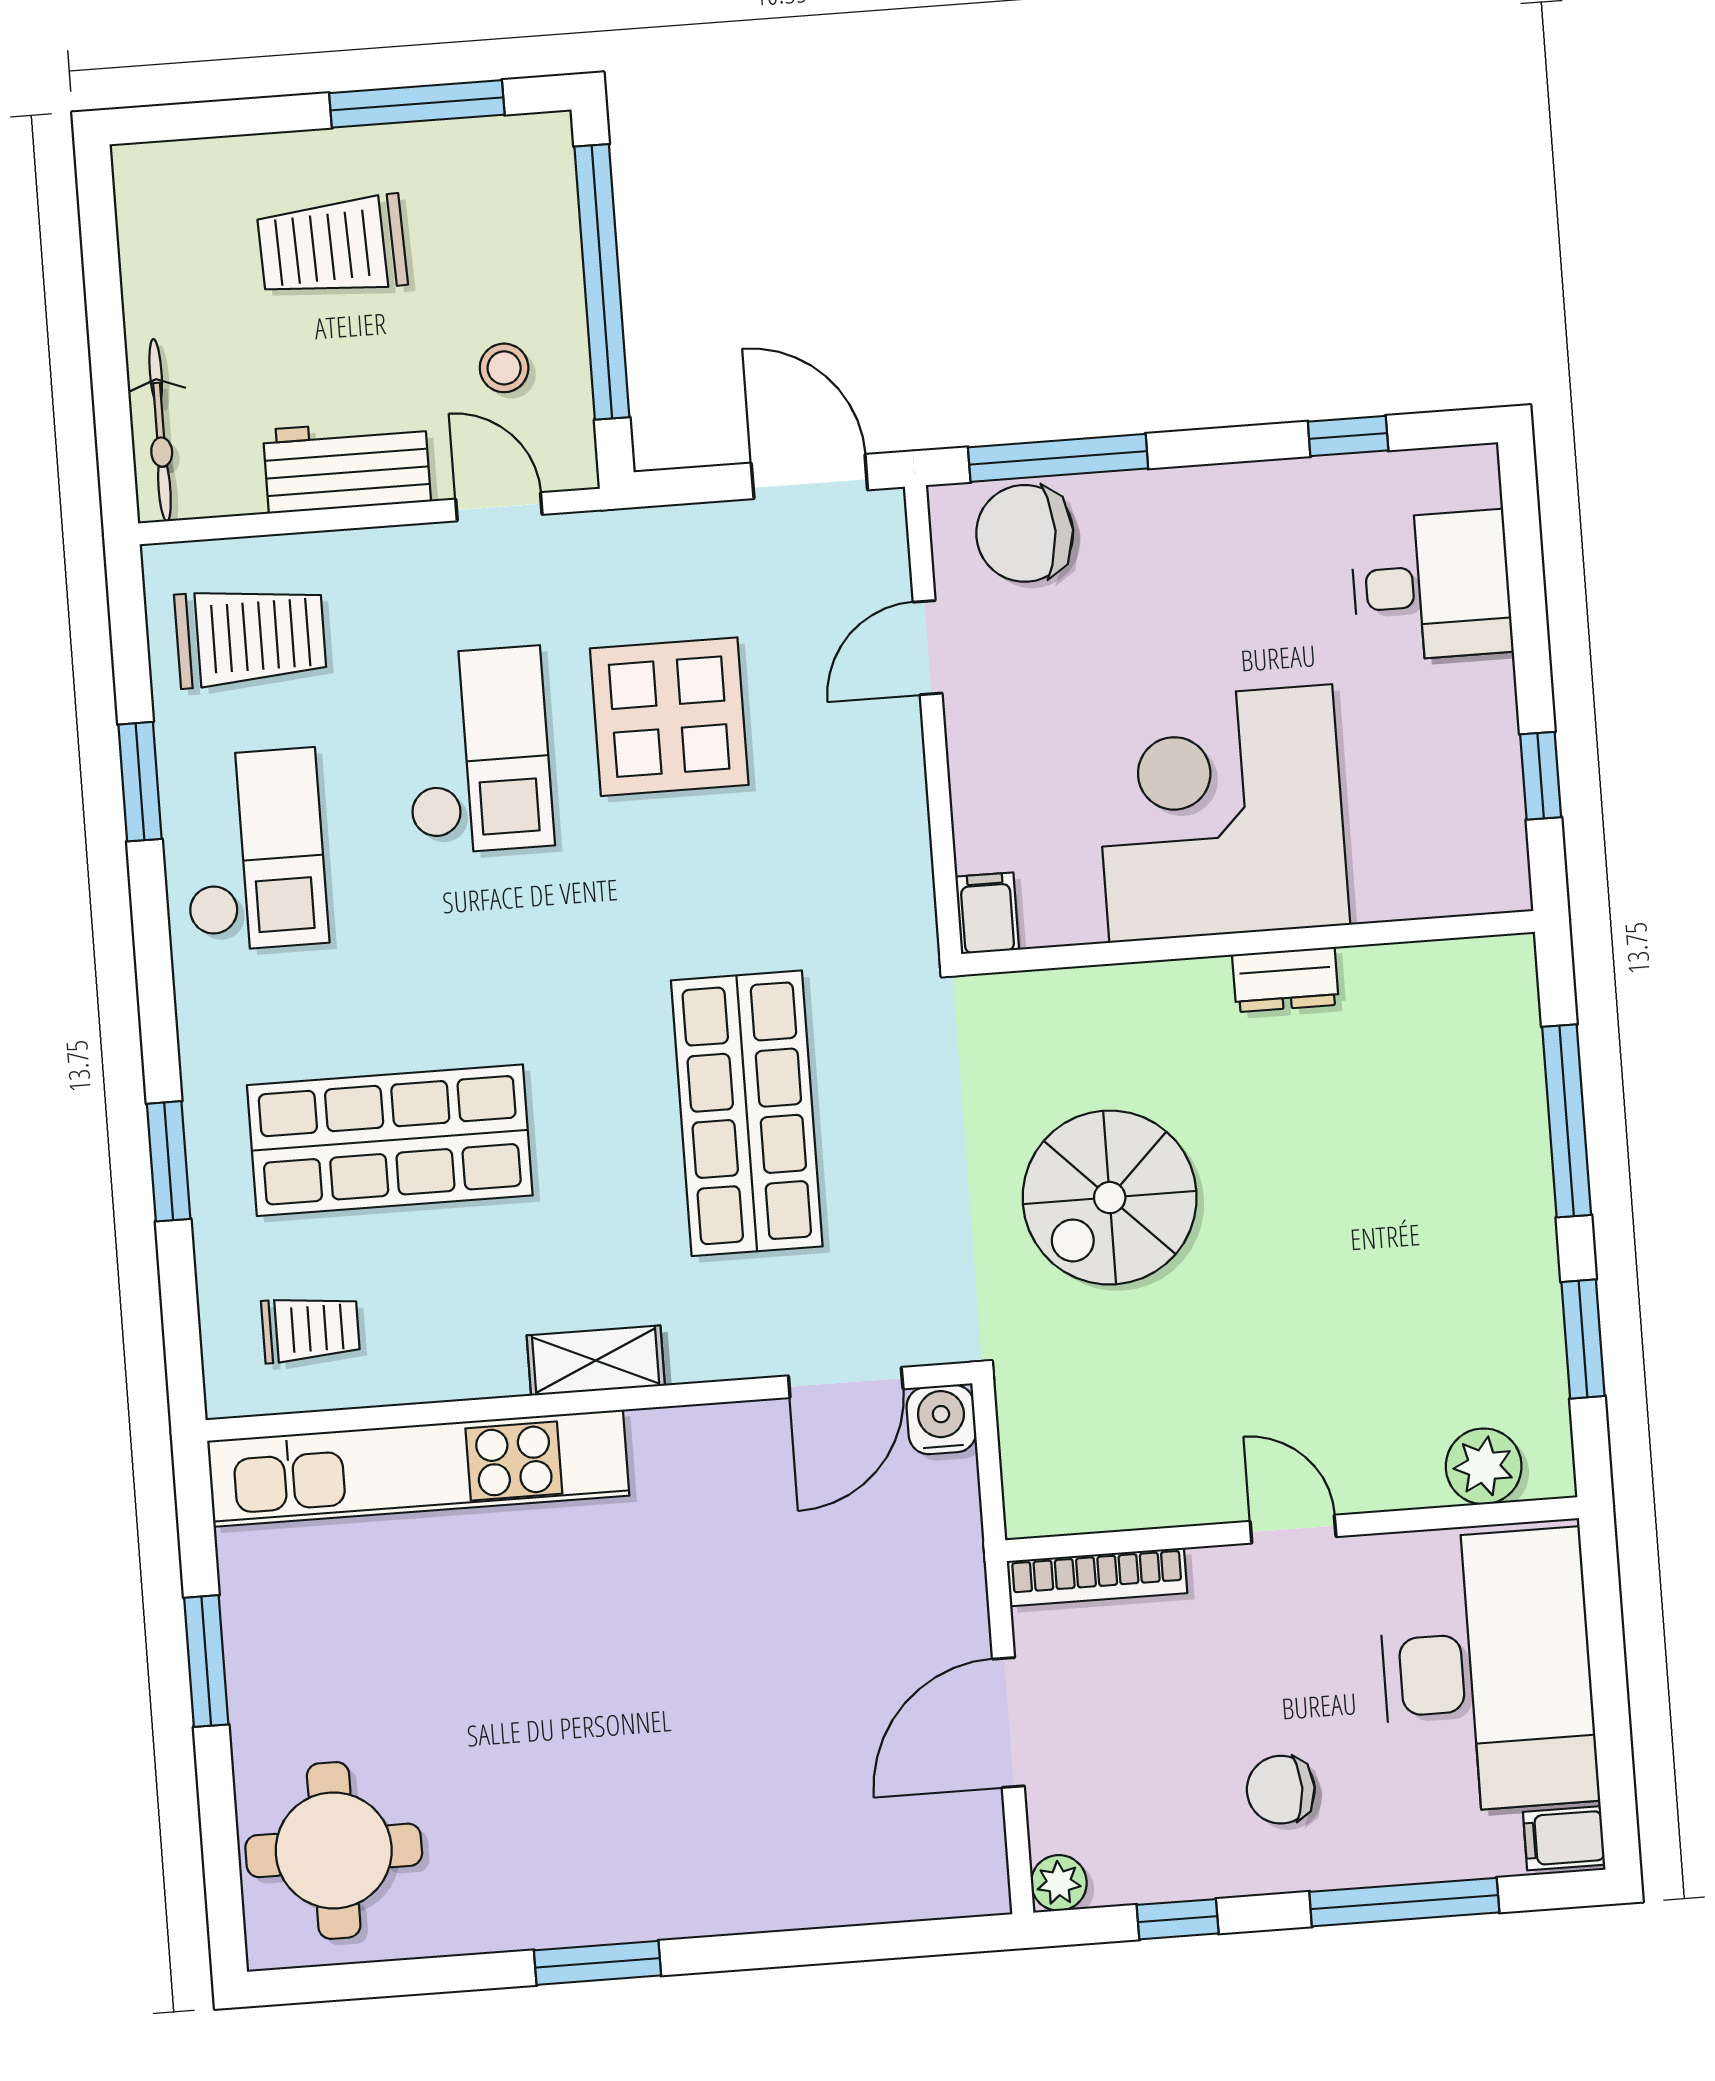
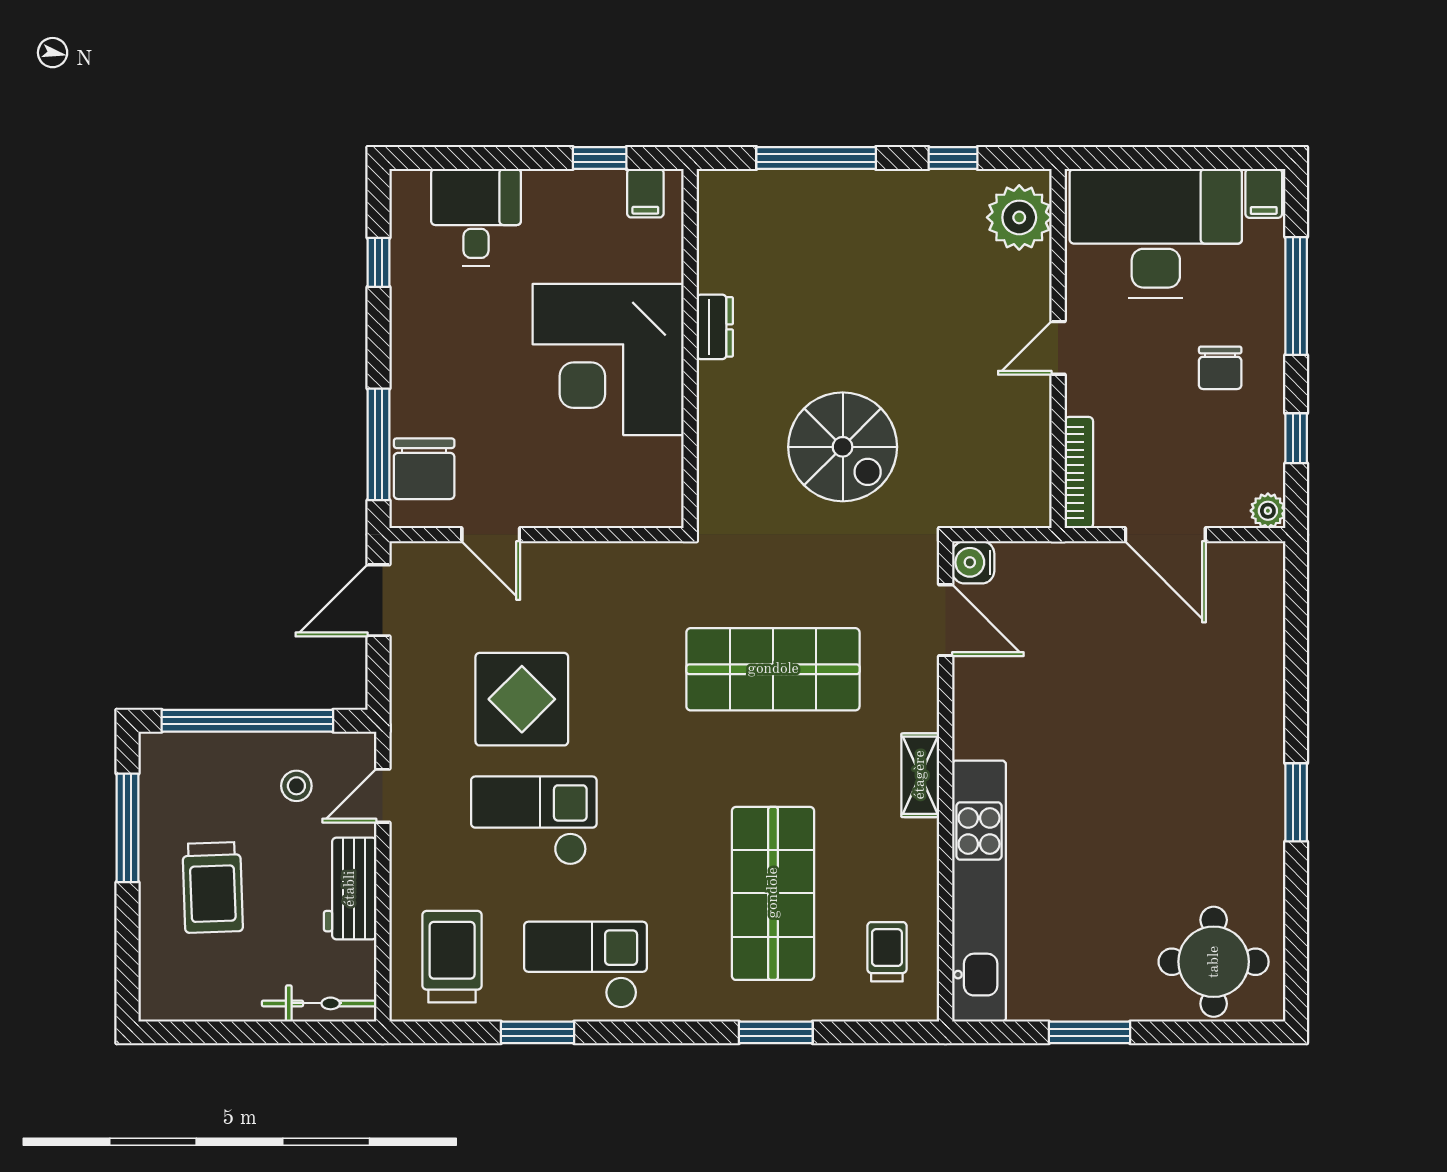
filing cabinet: (987, 913) -> (645, 193), moved, turned -90
window: (1583, 1339) -> (953, 158), width x0.67
plant: (1484, 1466) -> (1019, 217), width x1.36, depth x1.36

